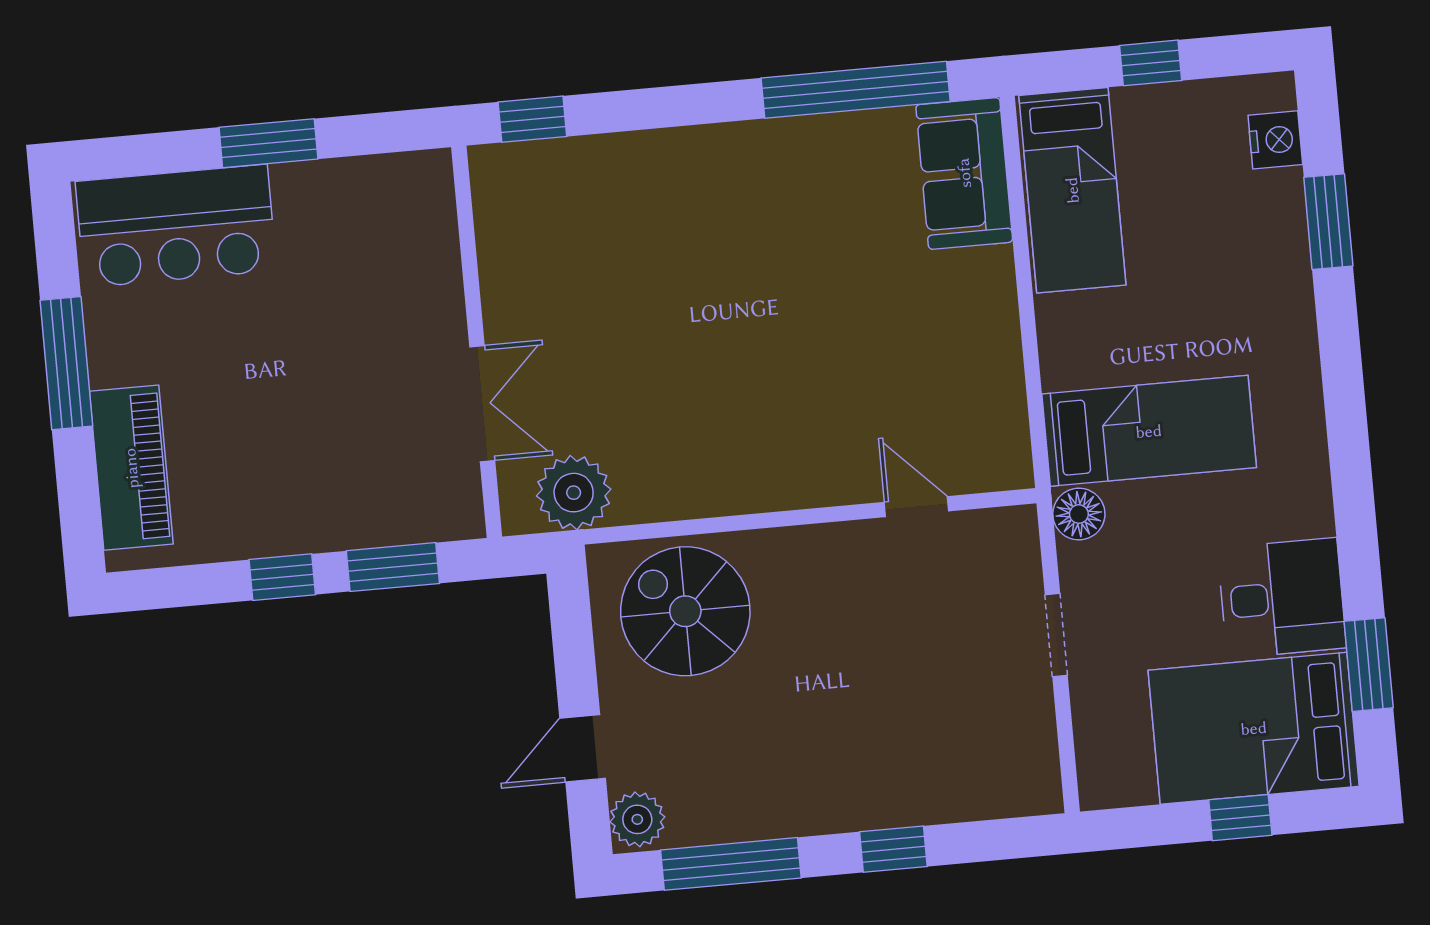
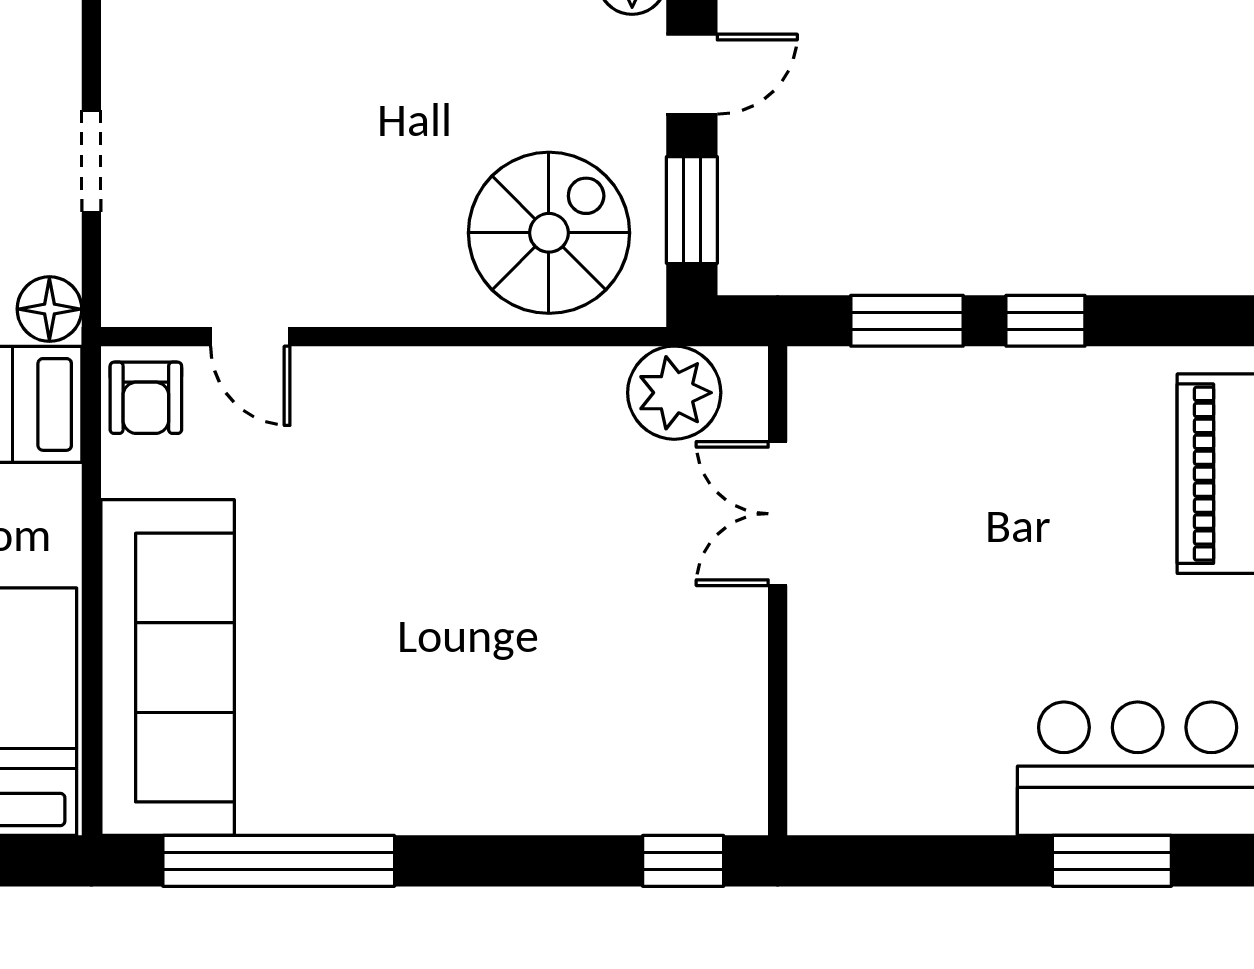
window: (268, 143) -> (1112, 861), moved
sofa: (964, 173) -> (168, 668), width x1.85, depth x1.27
armchair: (995, 450) -> (146, 398), added
spiral stairs: (685, 611) -> (549, 233), turned -90
window: (573, 640) -> (692, 210), added

